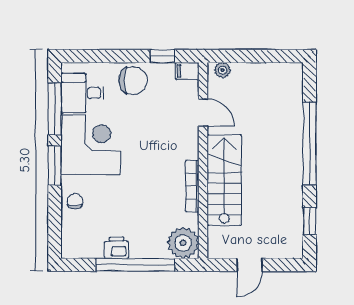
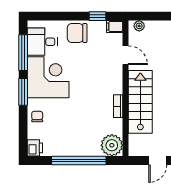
chair: (133, 80) -> (77, 33), turned 180
bookcase: (192, 186) -> (118, 106), width x0.64
printer: (117, 248) -> (35, 148), moved, turned 90

